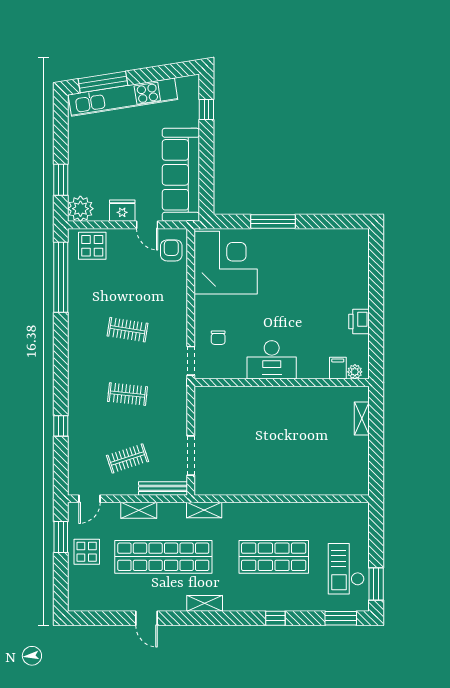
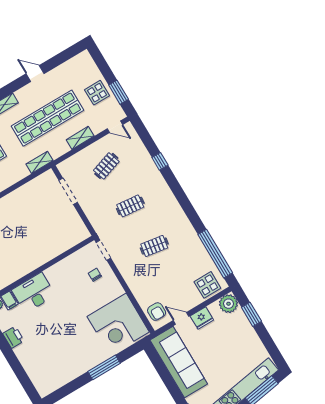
desk: (272, 360) -> (34, 293), moved
bench: (163, 488) -> (73, 160), removed
door: (89, 499) -> (115, 127), swing flipped

